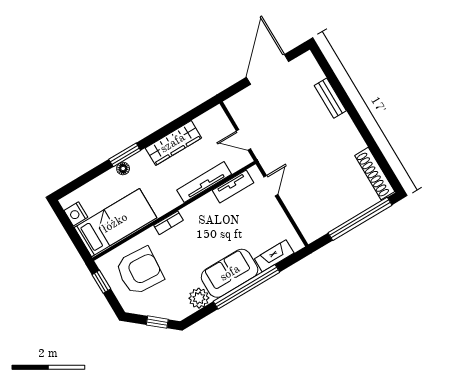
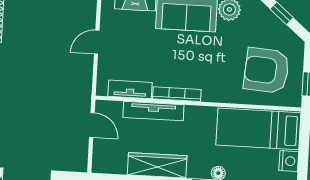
door: (271, 186) -> (97, 42), moved
bookcase: (168, 223) -> (177, 94), moved, width x1.56

